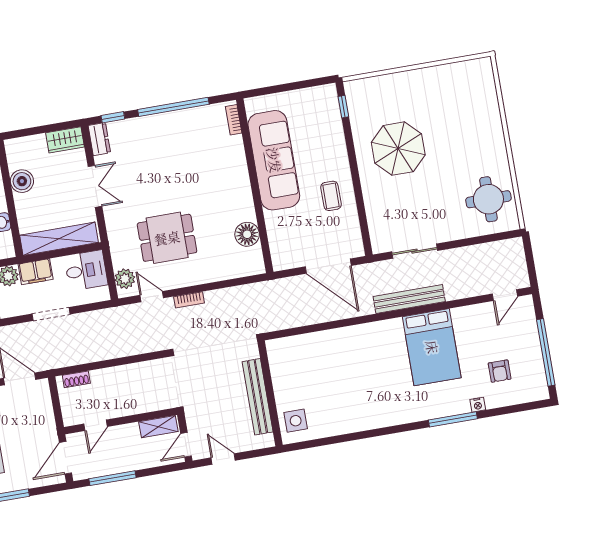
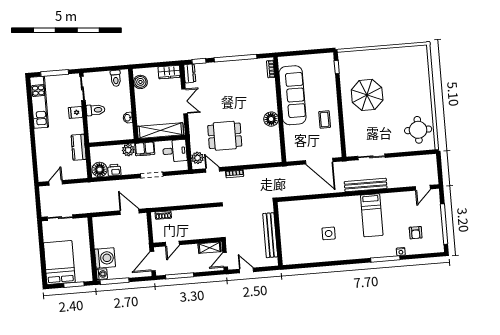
boiler: (22, 181) -> (140, 82), moved
floor lamp: (247, 234) -> (271, 119), moved
bed: (432, 347) -> (372, 215), width x0.67
side table: (296, 421) -> (329, 233), moved

